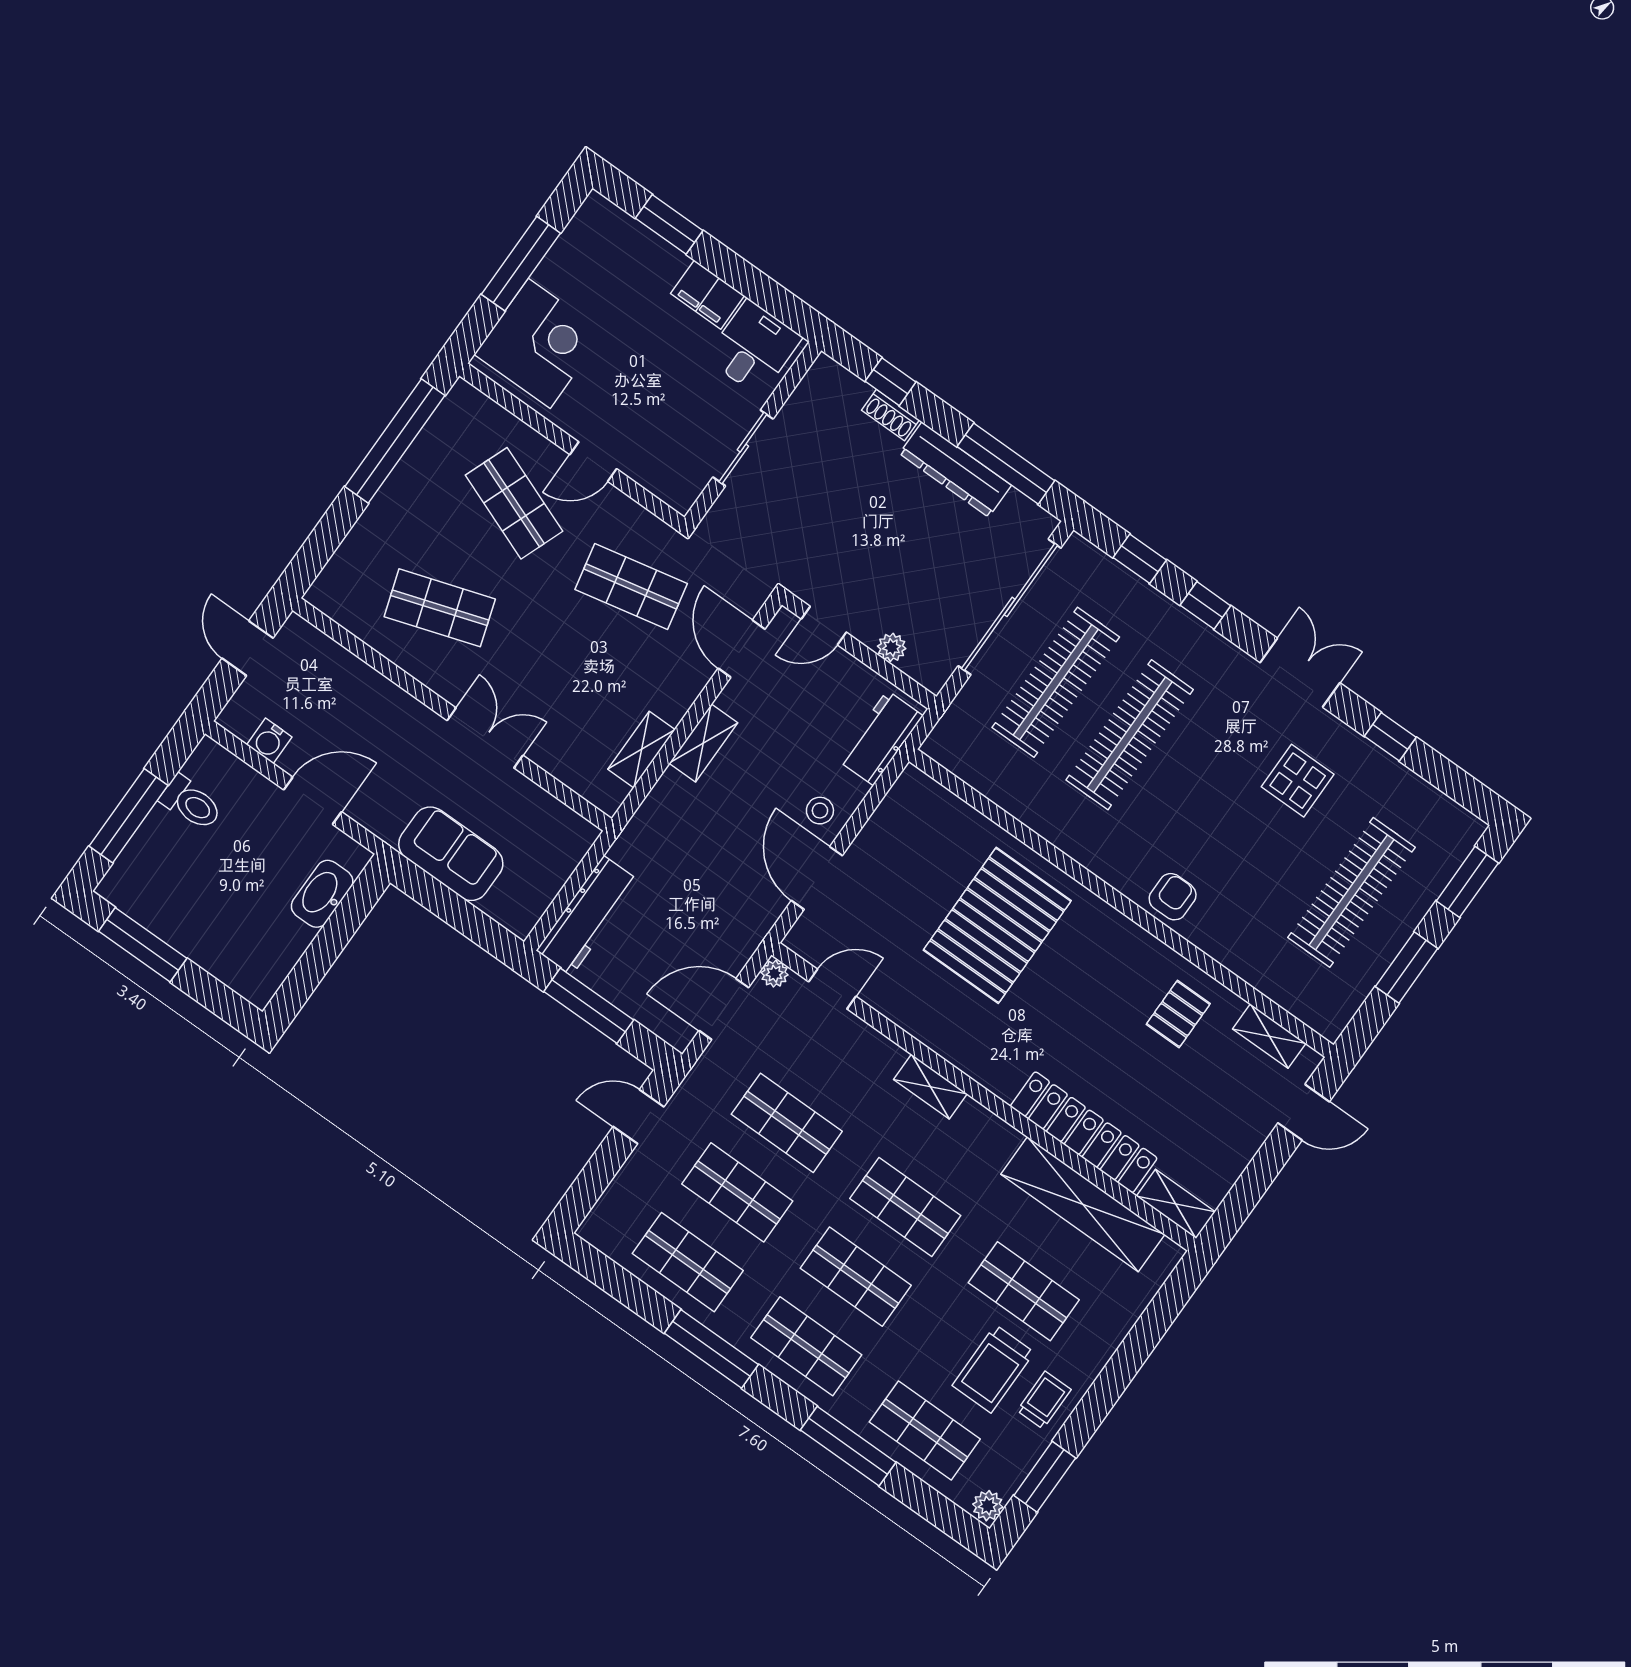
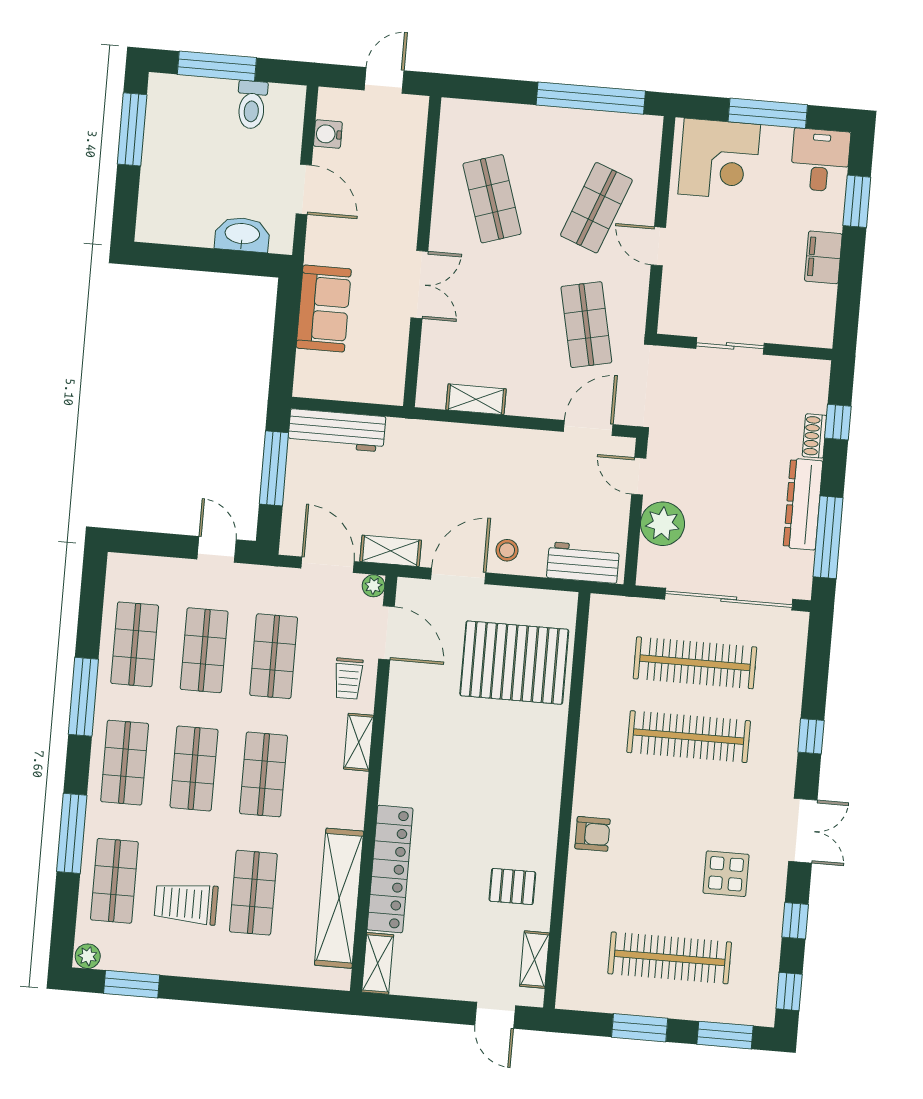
desk: (754, 348) -> (820, 160), moved, turned -90
window: (1140, 559) -> (789, 992), moved
plant: (892, 647) -> (663, 524), width x1.88, depth x1.88
shelving: (703, 743) -> (391, 551), moved
pallet: (997, 925) -> (514, 663), moved
door: (832, 989) -> (387, 633), width x1.38
trolley: (1044, 1400) -> (348, 679), moved, turned 90

